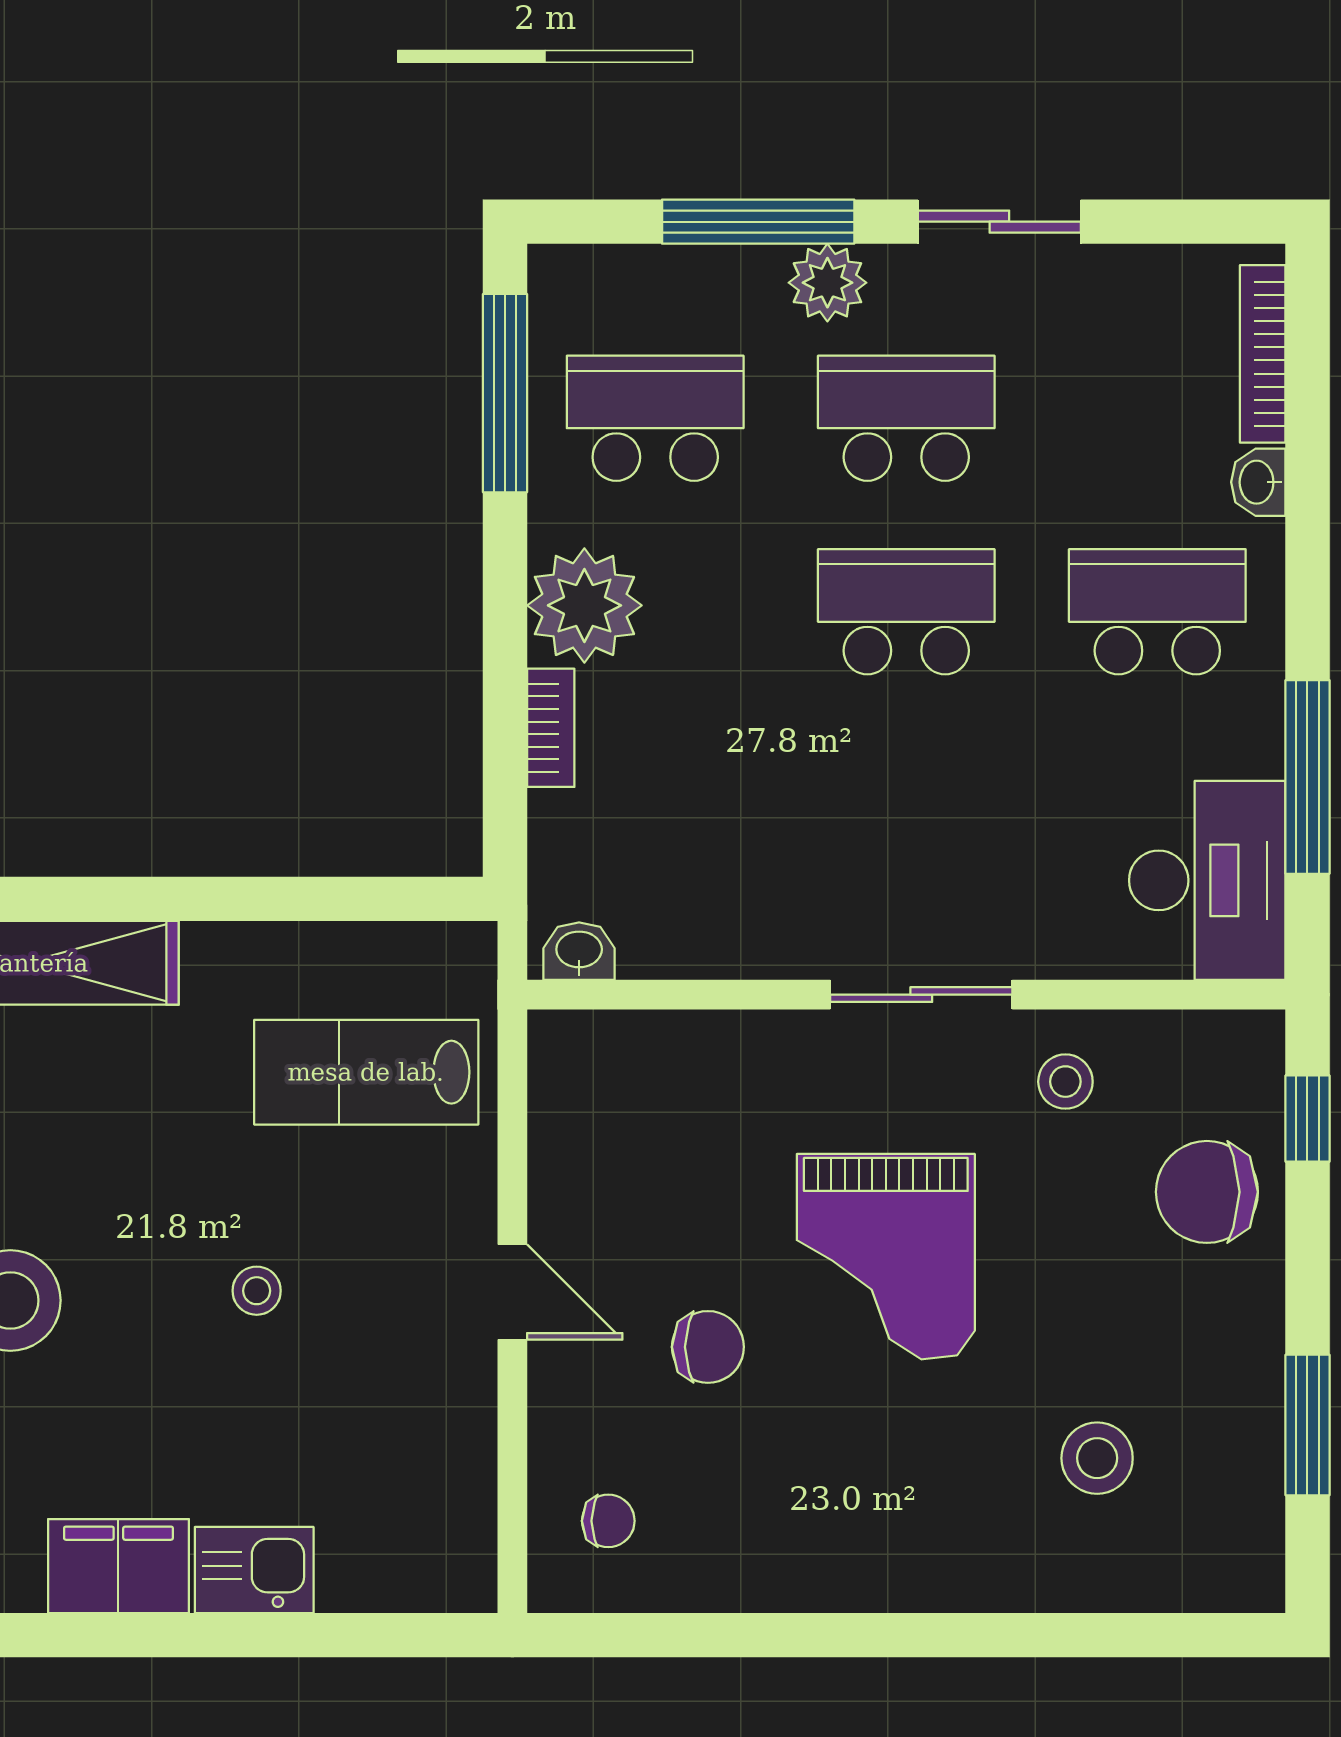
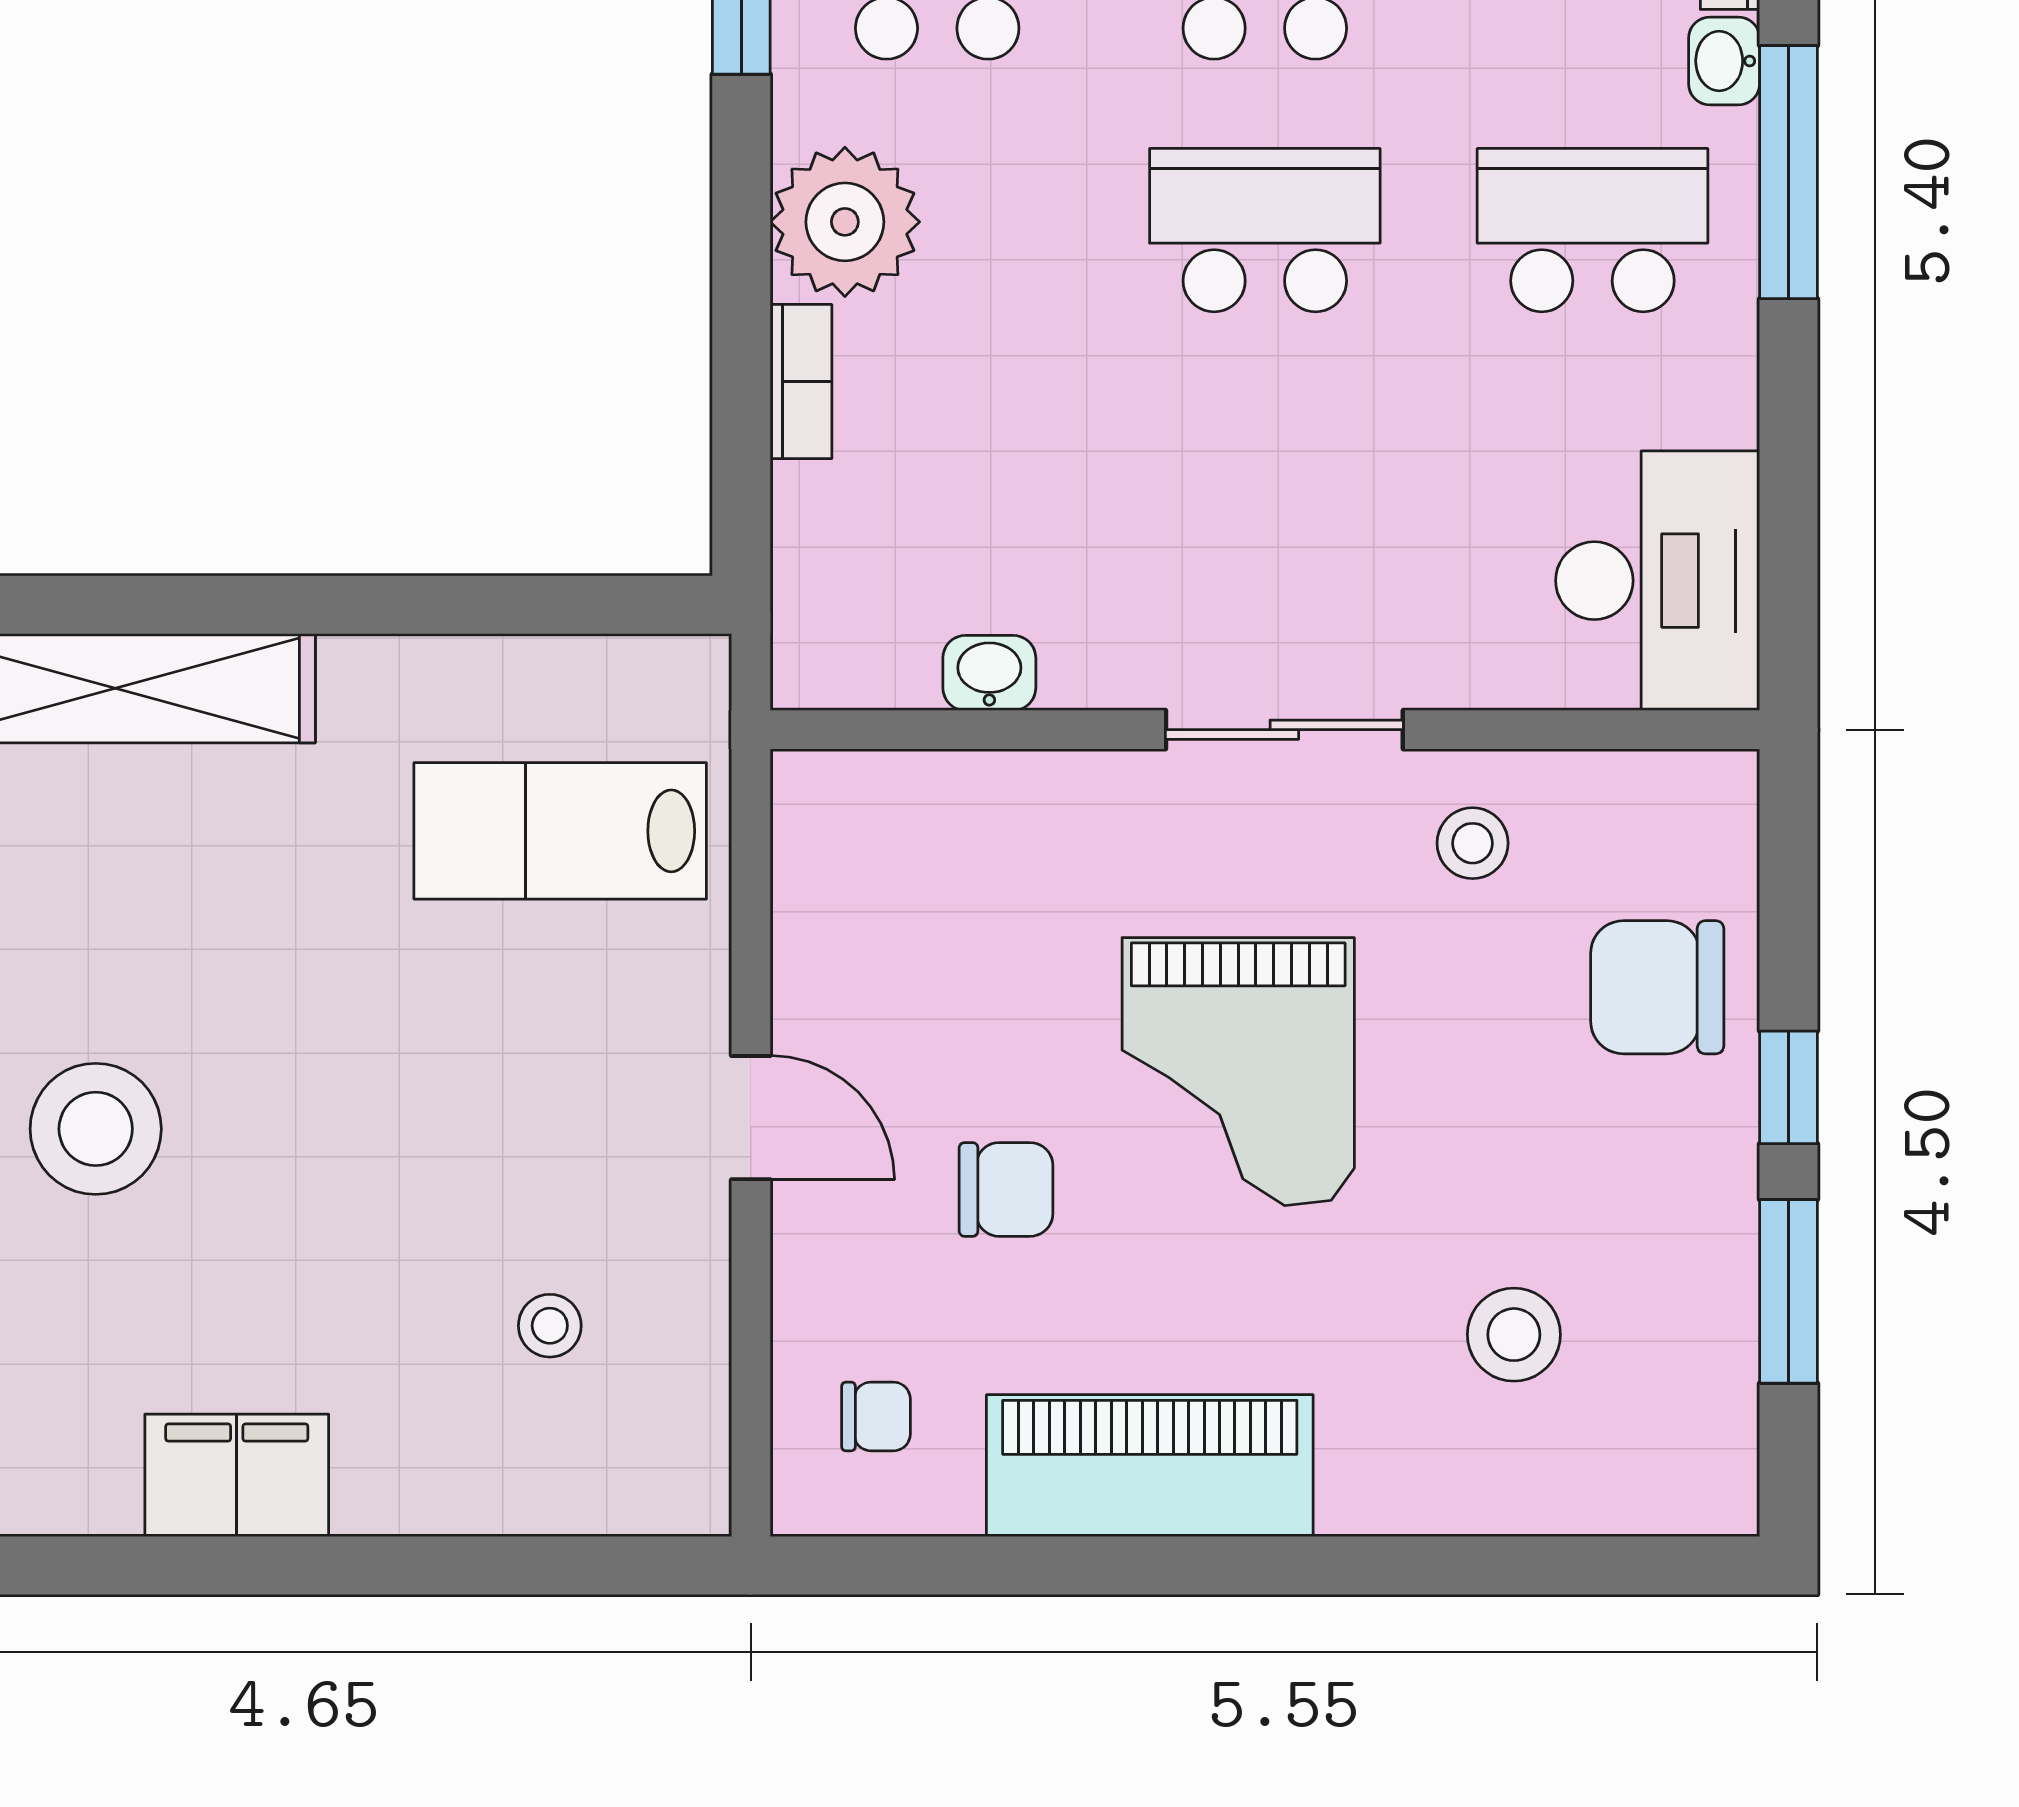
window: (1307, 777) -> (1788, 172), moved
washbasin: (579, 951) -> (989, 673), moved
window: (1307, 1119) -> (1788, 1087), moved
stool: (257, 1291) -> (550, 1326), moved
piano: (818, 1559) -> (1150, 1466), added
kitchen sink: (254, 1570) -> (414, 1481), removed

